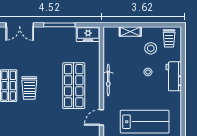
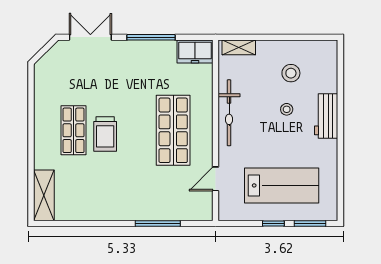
double door: (20, 25) -> (90, 37), swing flipped
shelving: (130, 31) -> (239, 47), moved
trolley: (169, 38) -> (319, 58), removed
bicycle: (108, 80) -> (229, 113), width x1.37, depth x1.40

